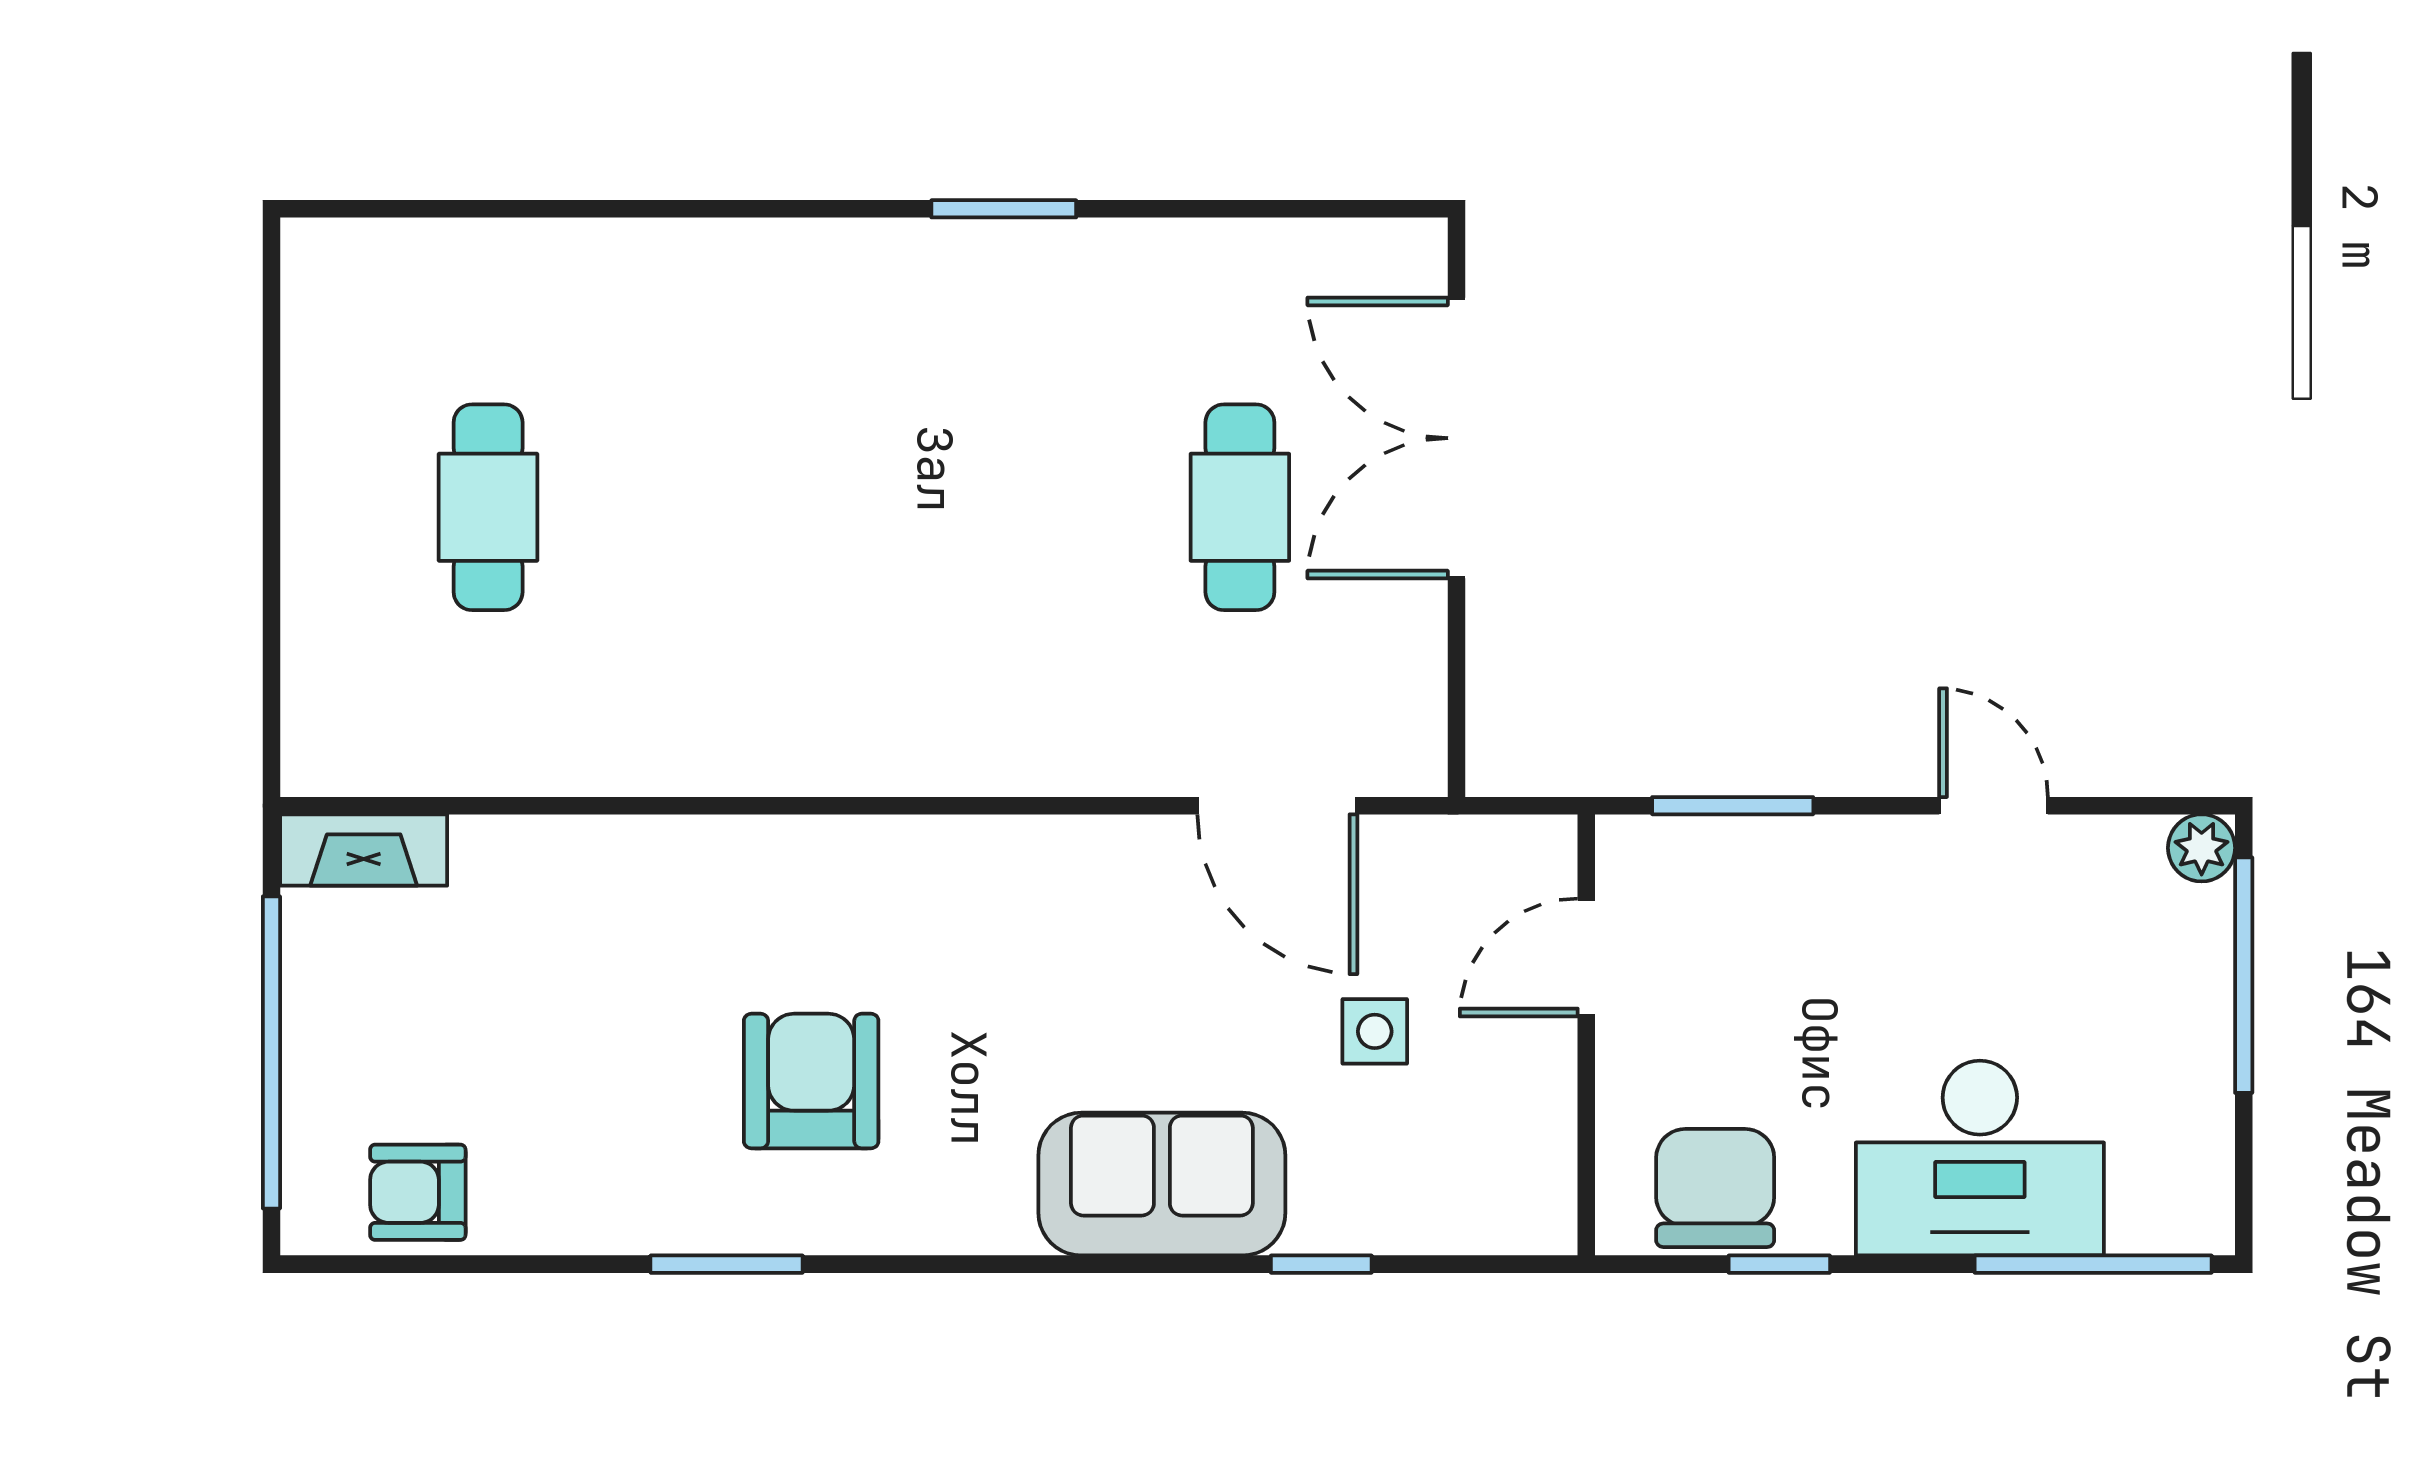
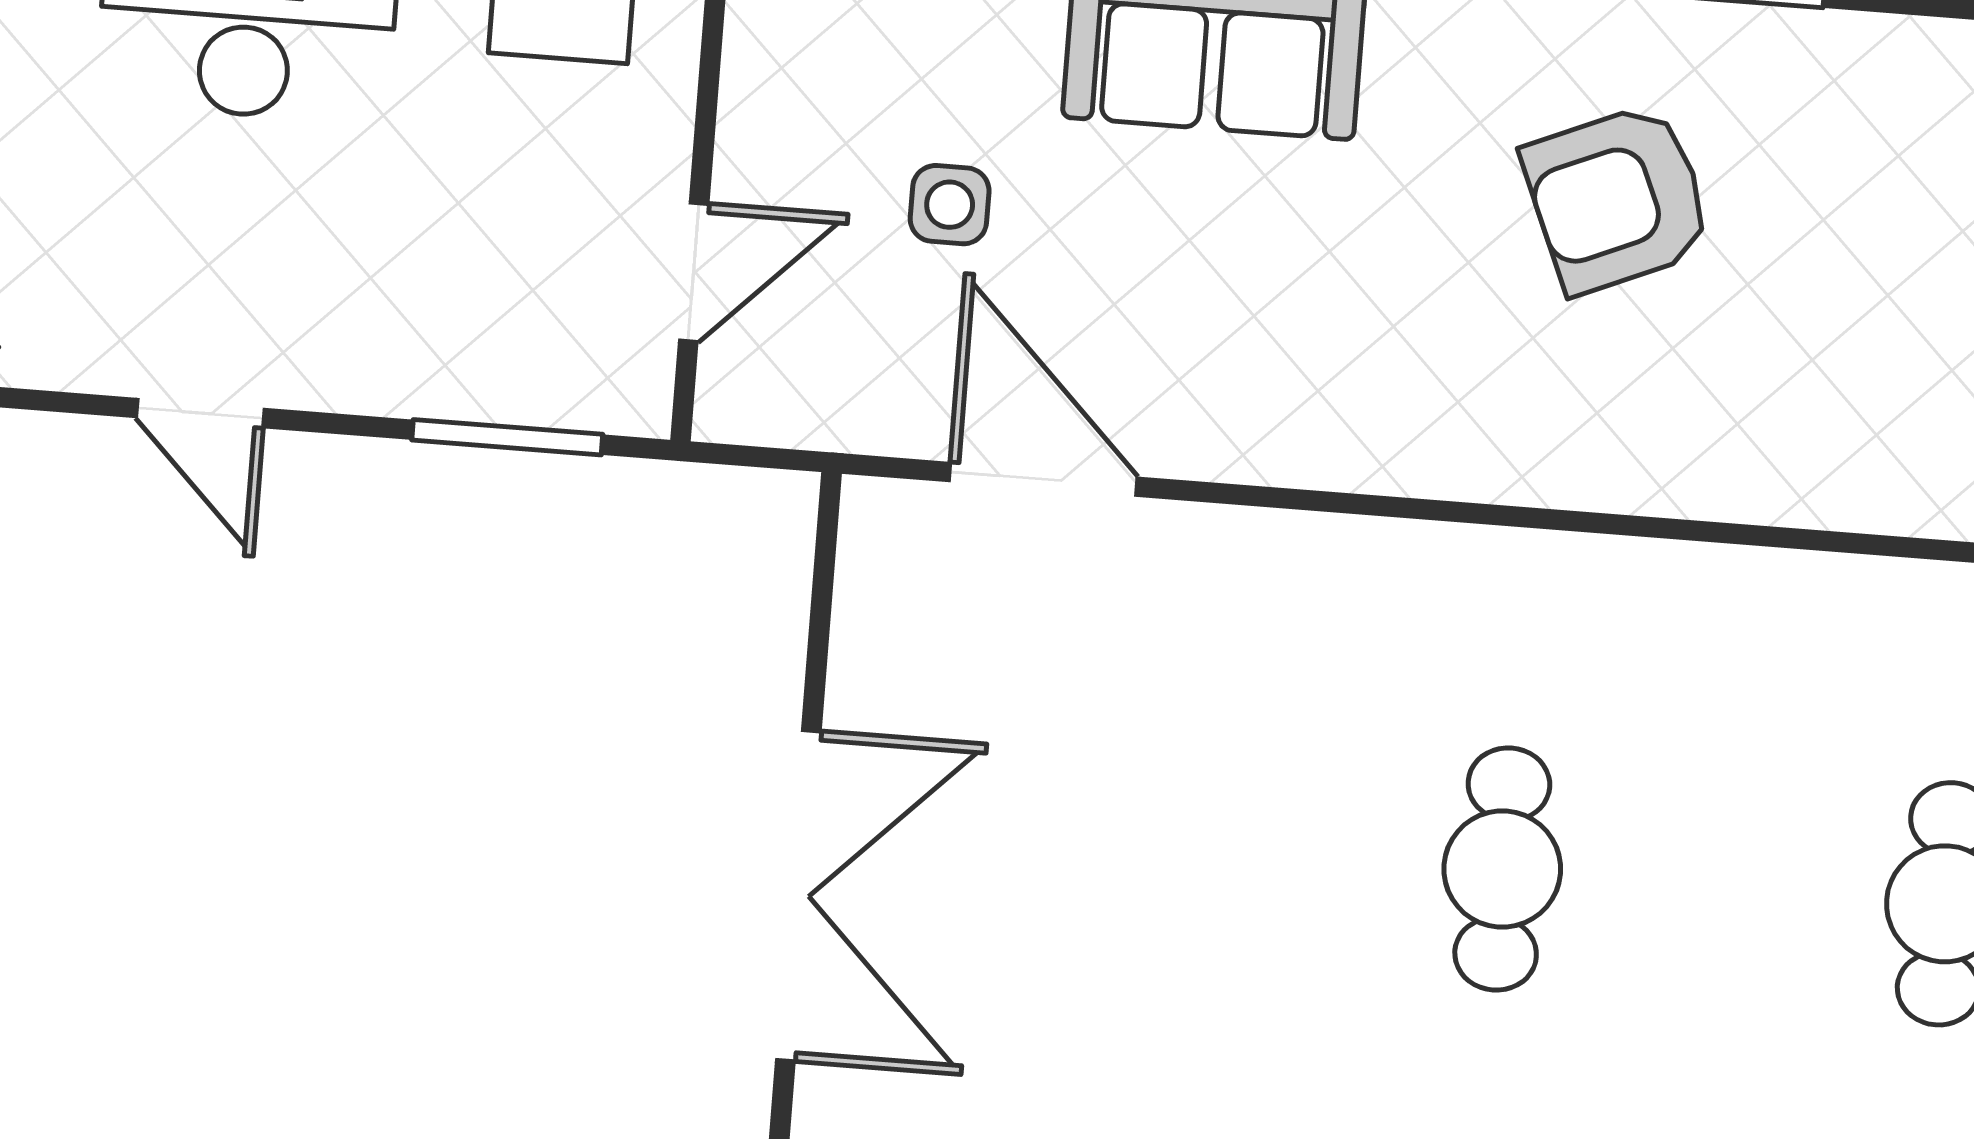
cafe table: (1240, 507) -> (1502, 869), moved
armchair: (811, 1081) -> (1618, 198), turned 67

